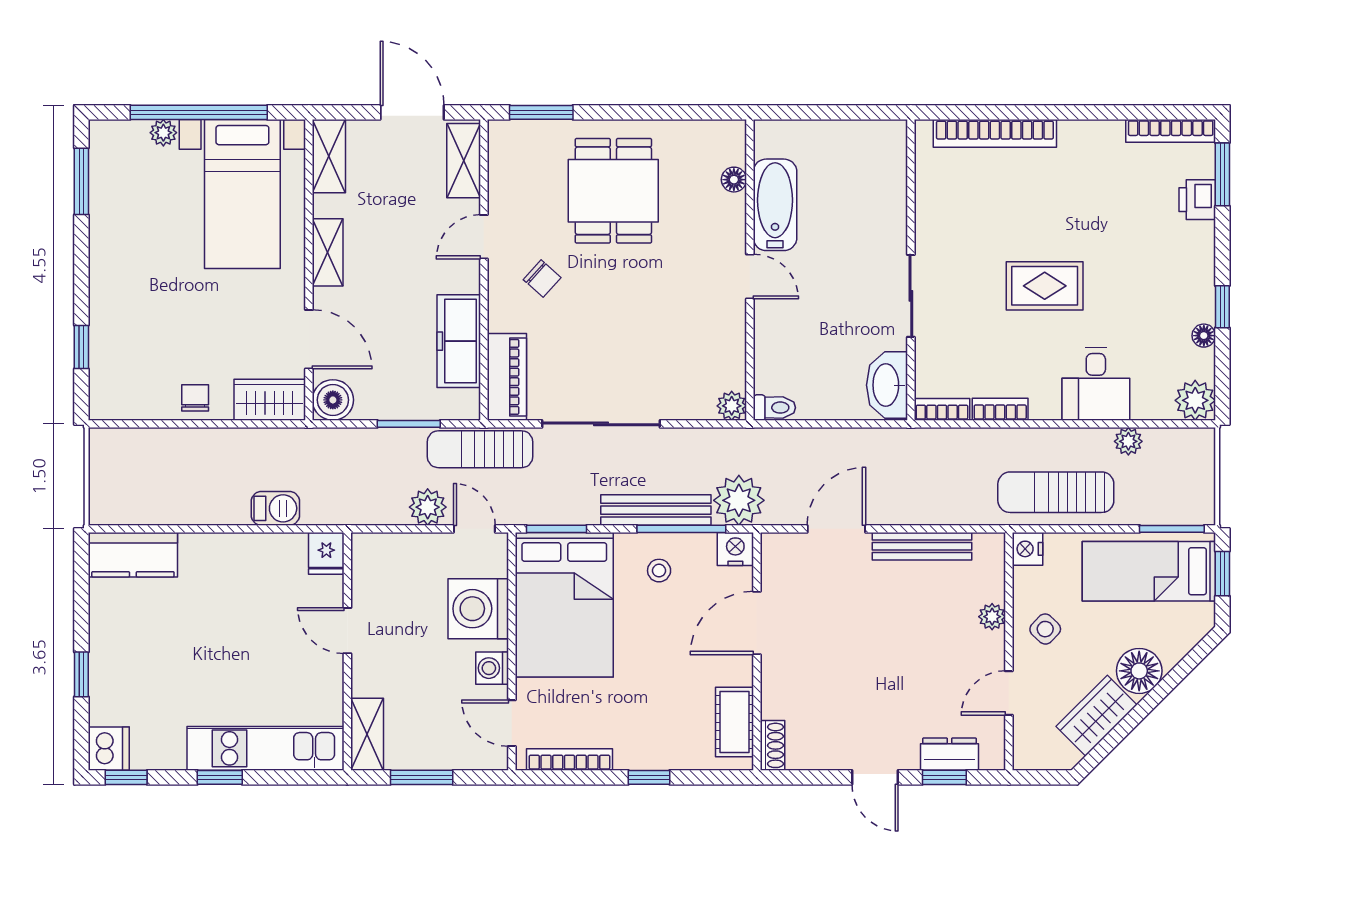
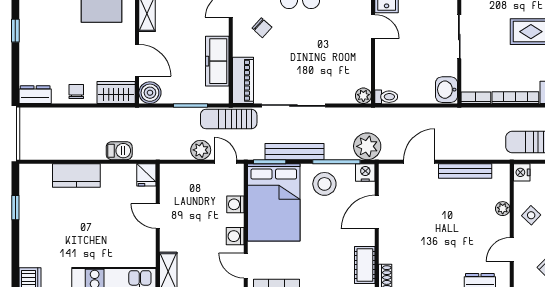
window: (81, 347) -> (15, 31), moved
washbasin: (887, 385) -> (446, 90), width x0.72
dresser: (118, 404) -> (35, 95), added
bookcase: (1000, 409) -> (515, 98), width x1.56
bench: (656, 510) -> (295, 152), moved
kitchen counter: (133, 555) -> (76, 175), moved
stool: (659, 571) -> (324, 184), width x1.89, depth x1.89
washing machine: (478, 609) -> (235, 204), width x0.53, depth x0.53
window: (81, 674) -> (15, 208), moved

